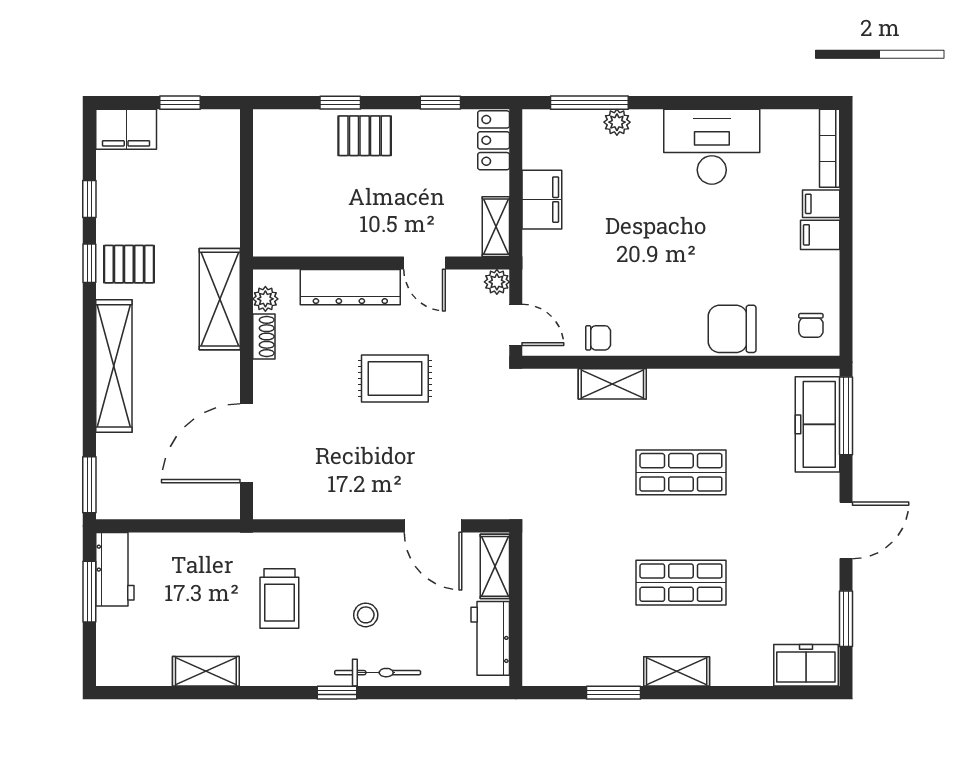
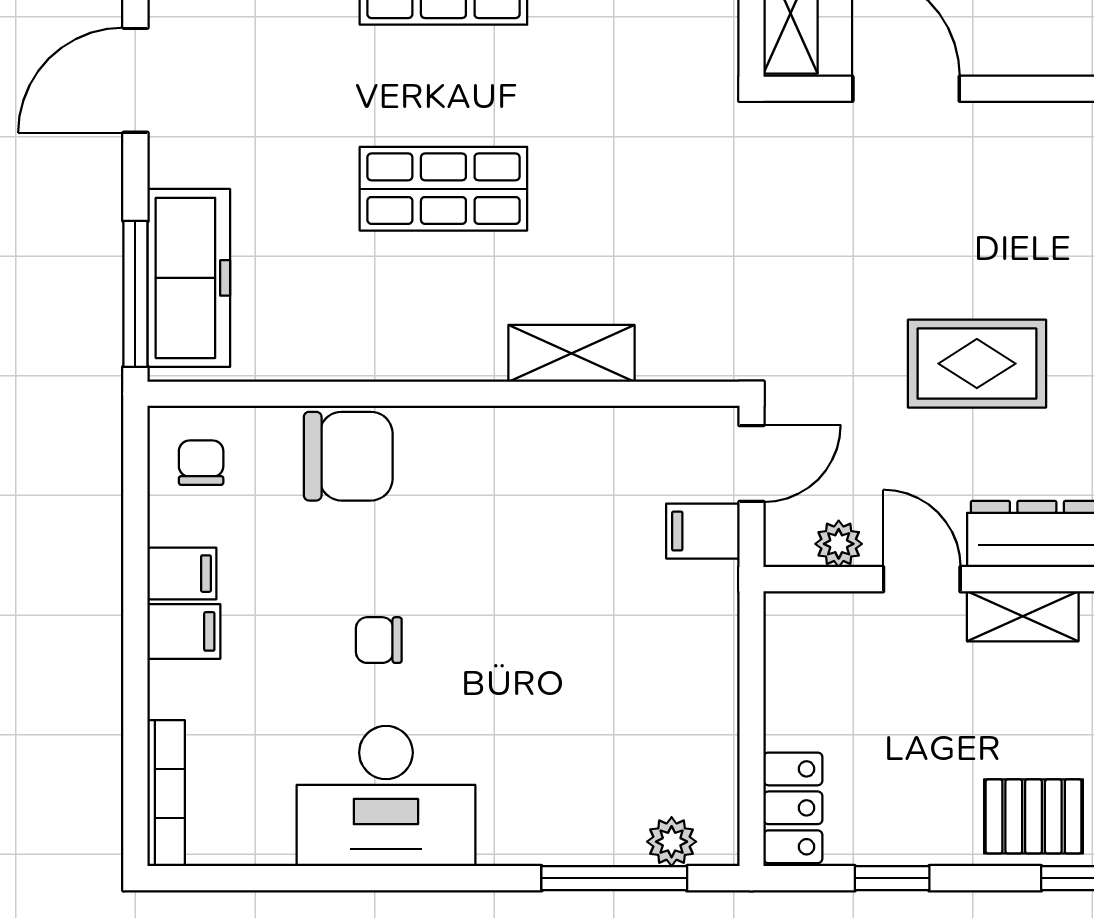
plant: (617, 122) -> (672, 842), moved
filing cabinet: (542, 200) -> (703, 531), moved, width x0.50
filing cabinet: (821, 204) -> (182, 574), moved
shelving: (496, 227) -> (1023, 616), moved, turned 90
plant: (497, 282) -> (839, 544), moved
door: (516, 325) -> (751, 464), swing flipped
chair: (598, 338) -> (379, 640), moved

